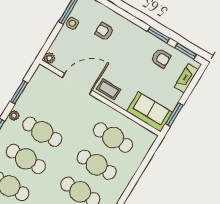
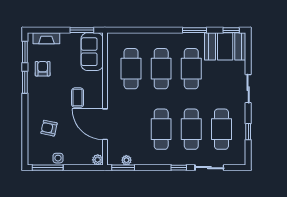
armchair: (104, 32) -> (49, 128), turned 102
coffee table: (108, 89) -> (78, 98), moved
window: (19, 92) -> (123, 168), moved
plant: (14, 116) -> (126, 160), moved

